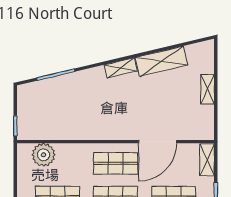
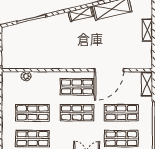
plant: (44, 155) -> (26, 76), width x0.53, depth x0.53

